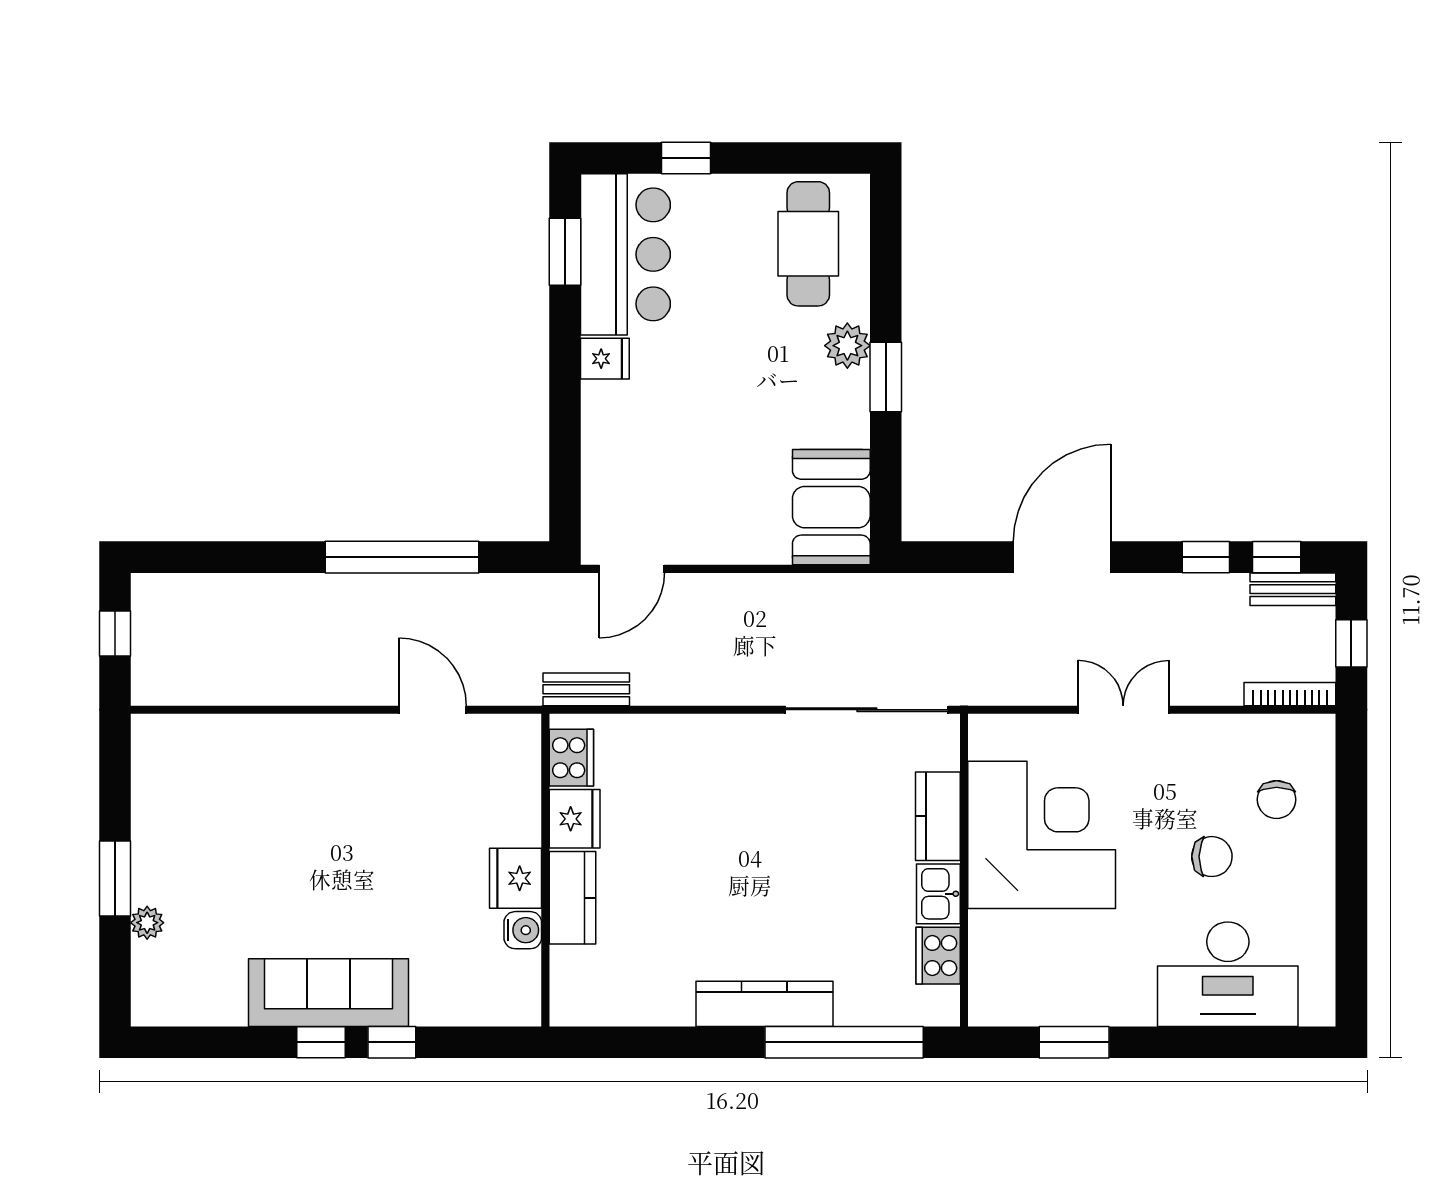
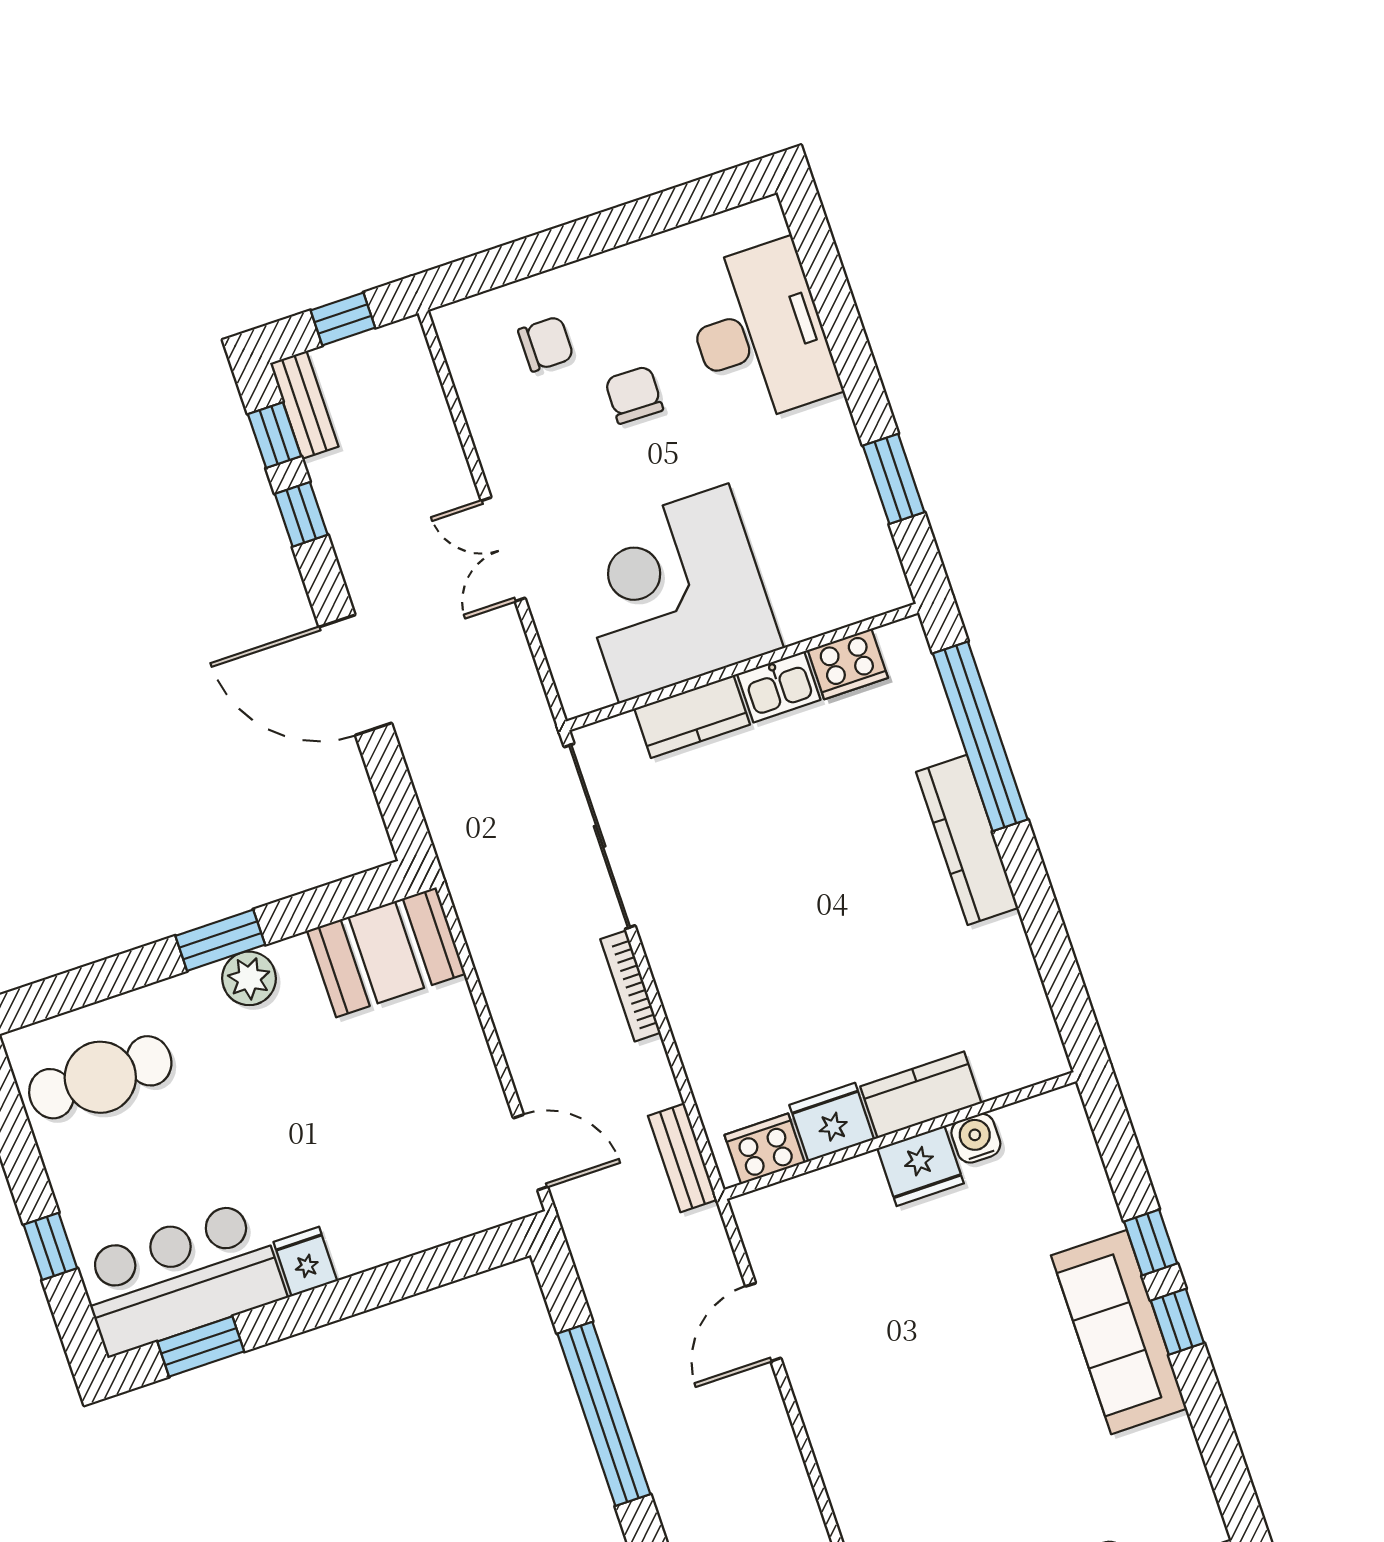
plant: (847, 346) -> (249, 978), moved
bookcase: (1290, 694) -> (631, 986), moved

